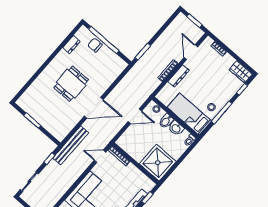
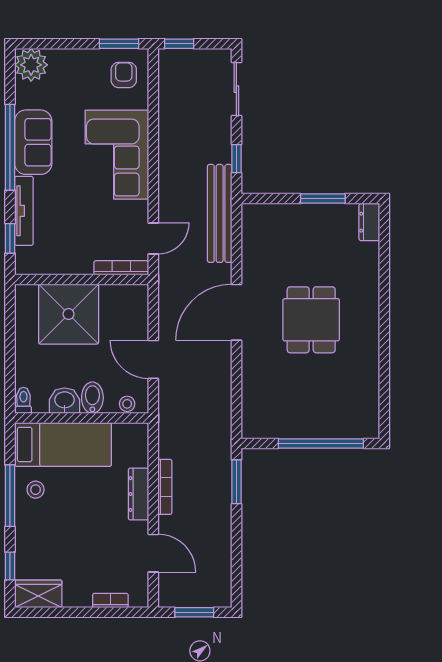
dresser: (71, 44) -> (369, 222), moved
chair: (95, 45) -> (328, 422), removed
door: (135, 116) -> (153, 359), hinge flipped
shower: (158, 163) -> (69, 314), moved

